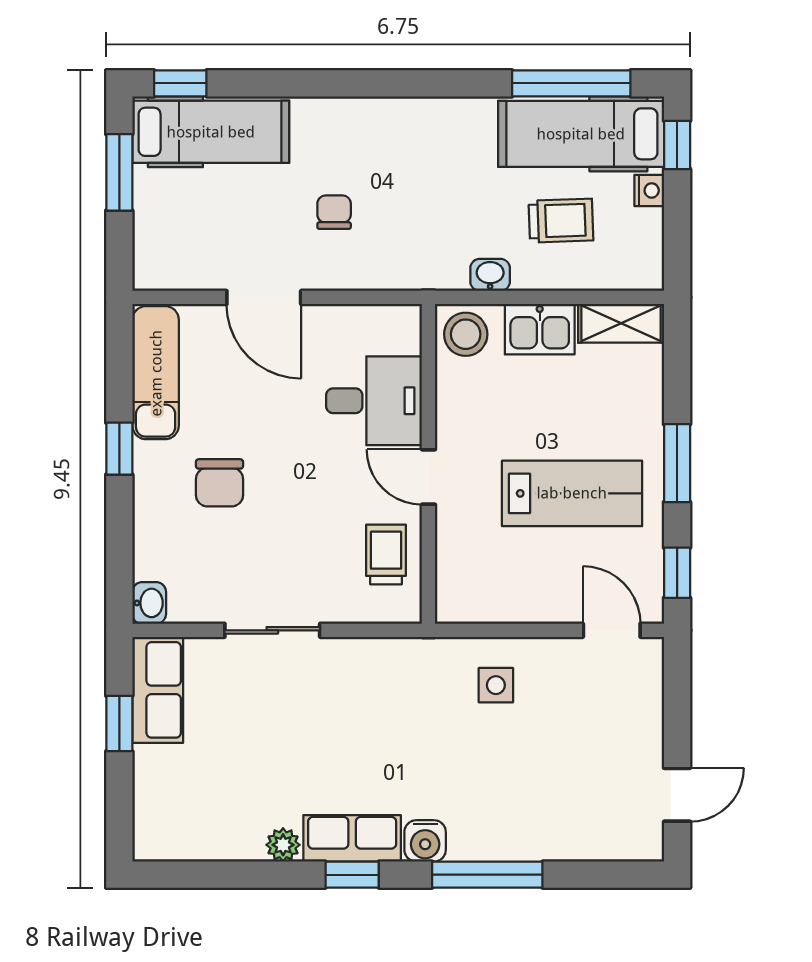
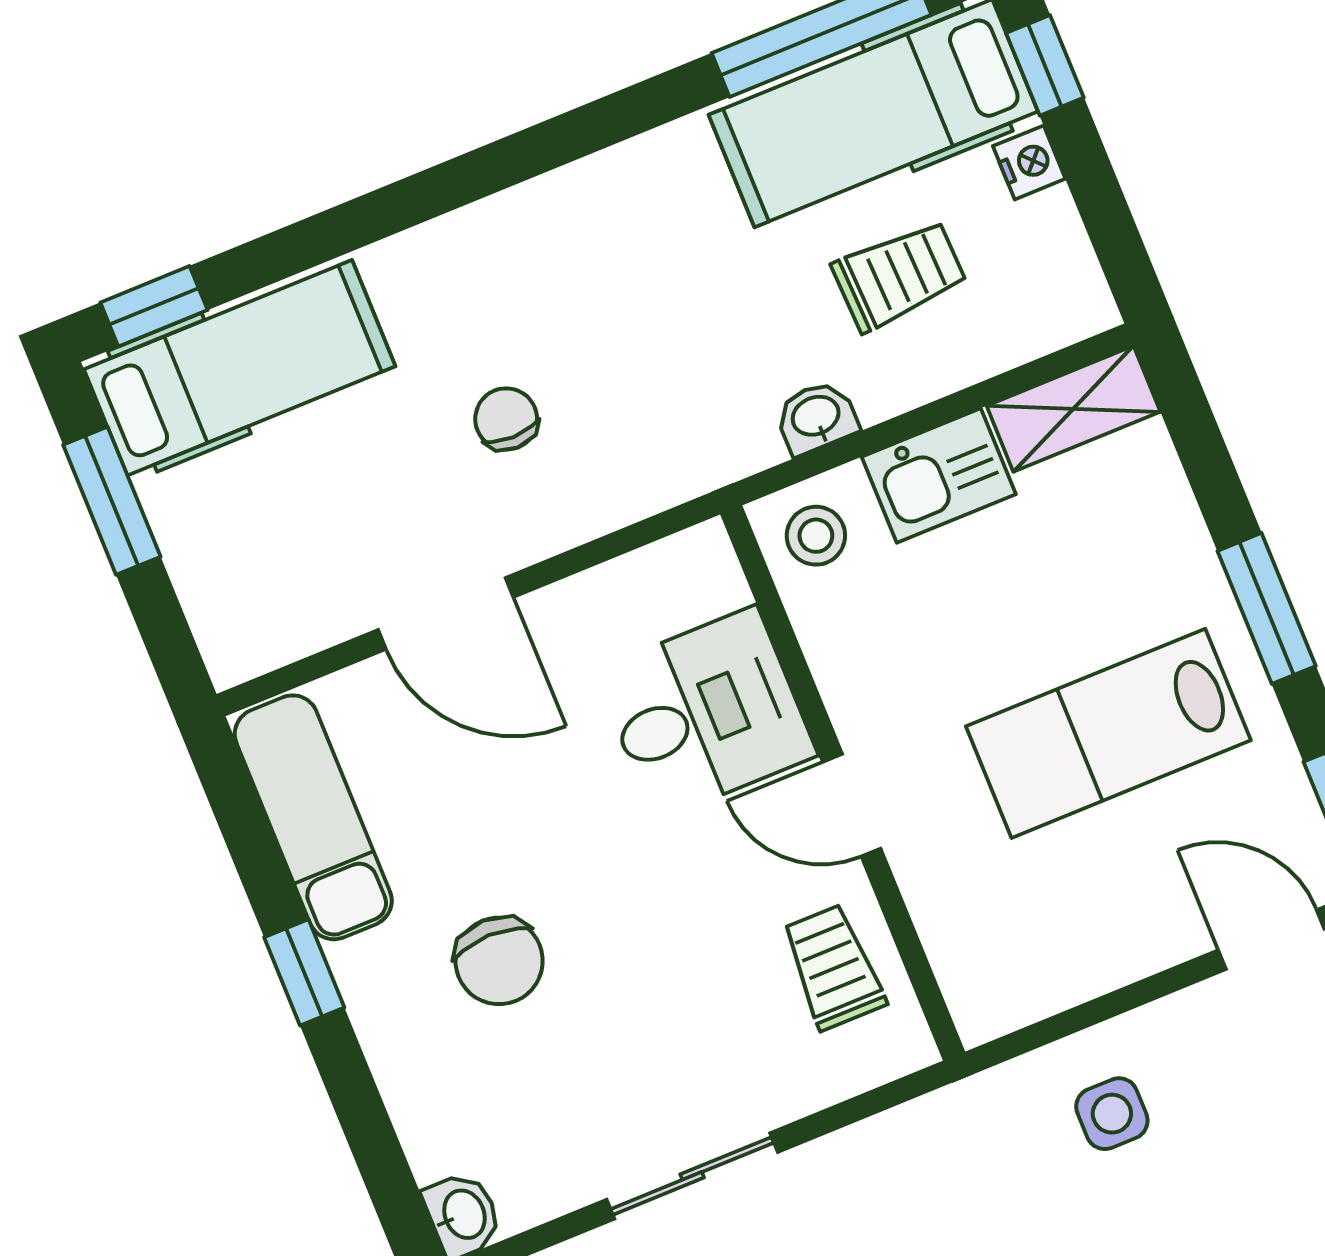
stool: (466, 334) -> (816, 536), width x0.73, depth x0.73
lab bench: (572, 493) -> (1108, 733), turned 180

